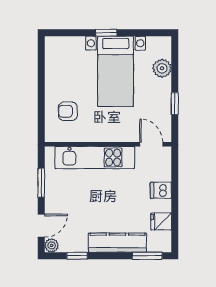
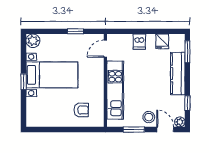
plant: (162, 68) -> (33, 41), moved
armchair: (68, 111) -> (81, 110), turned -90
stool: (58, 203) -> (149, 117), added

